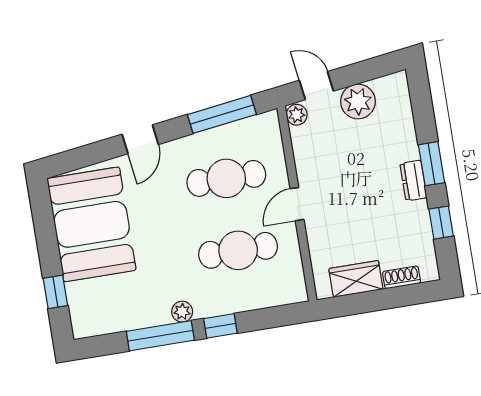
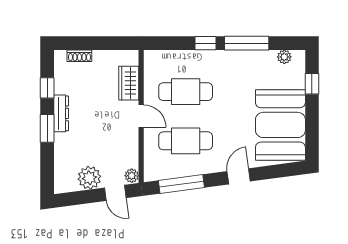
dresser: (413, 180) -> (61, 113), width x1.44
door: (297, 204) -> (141, 116), hinge flipped
wardrobe: (356, 279) -> (129, 83), moved, turned 90
plant: (182, 312) -> (284, 57), moved

